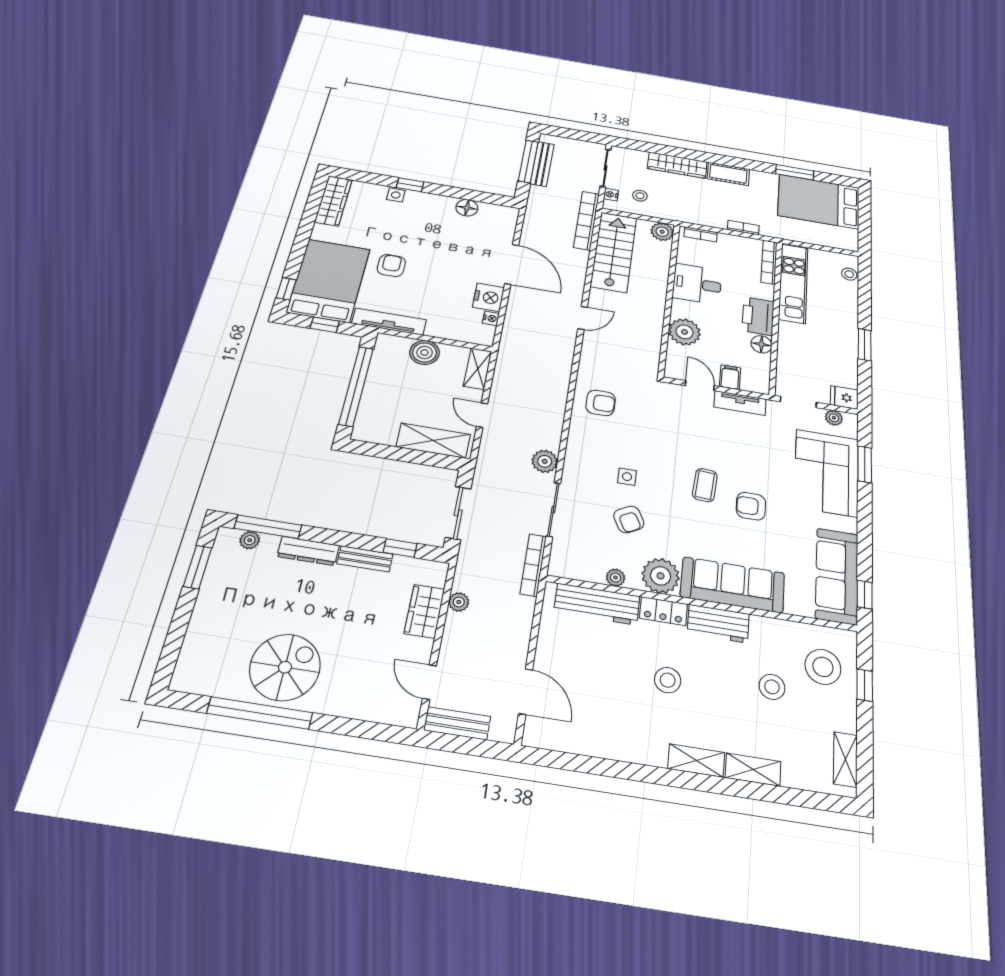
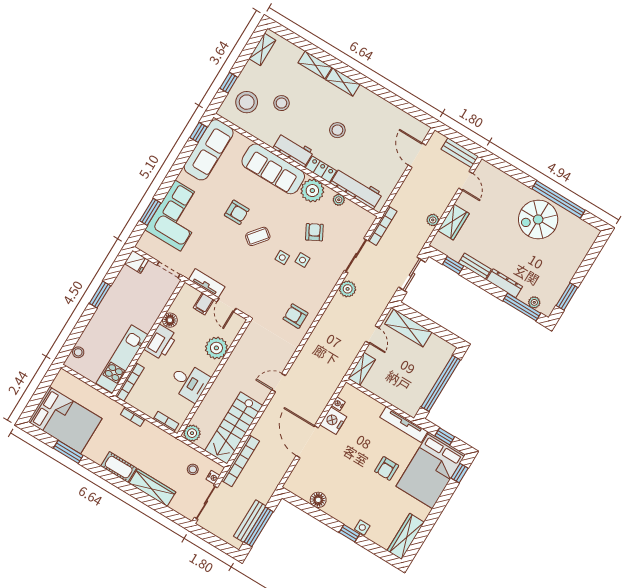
boiler: (425, 352) -> (390, 393), removed
plant: (834, 418) -> (152, 250), removed
side table: (657, 470) -> (282, 258), added
coffee table: (705, 485) -> (258, 236), turned 35

